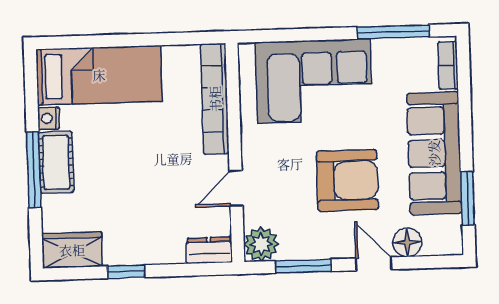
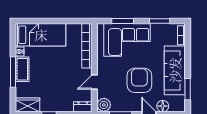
window: (393, 32) -> (160, 21), width x0.69
window: (301, 35) -> (123, 21), added
armchair: (347, 180) -> (139, 80), turned -90

